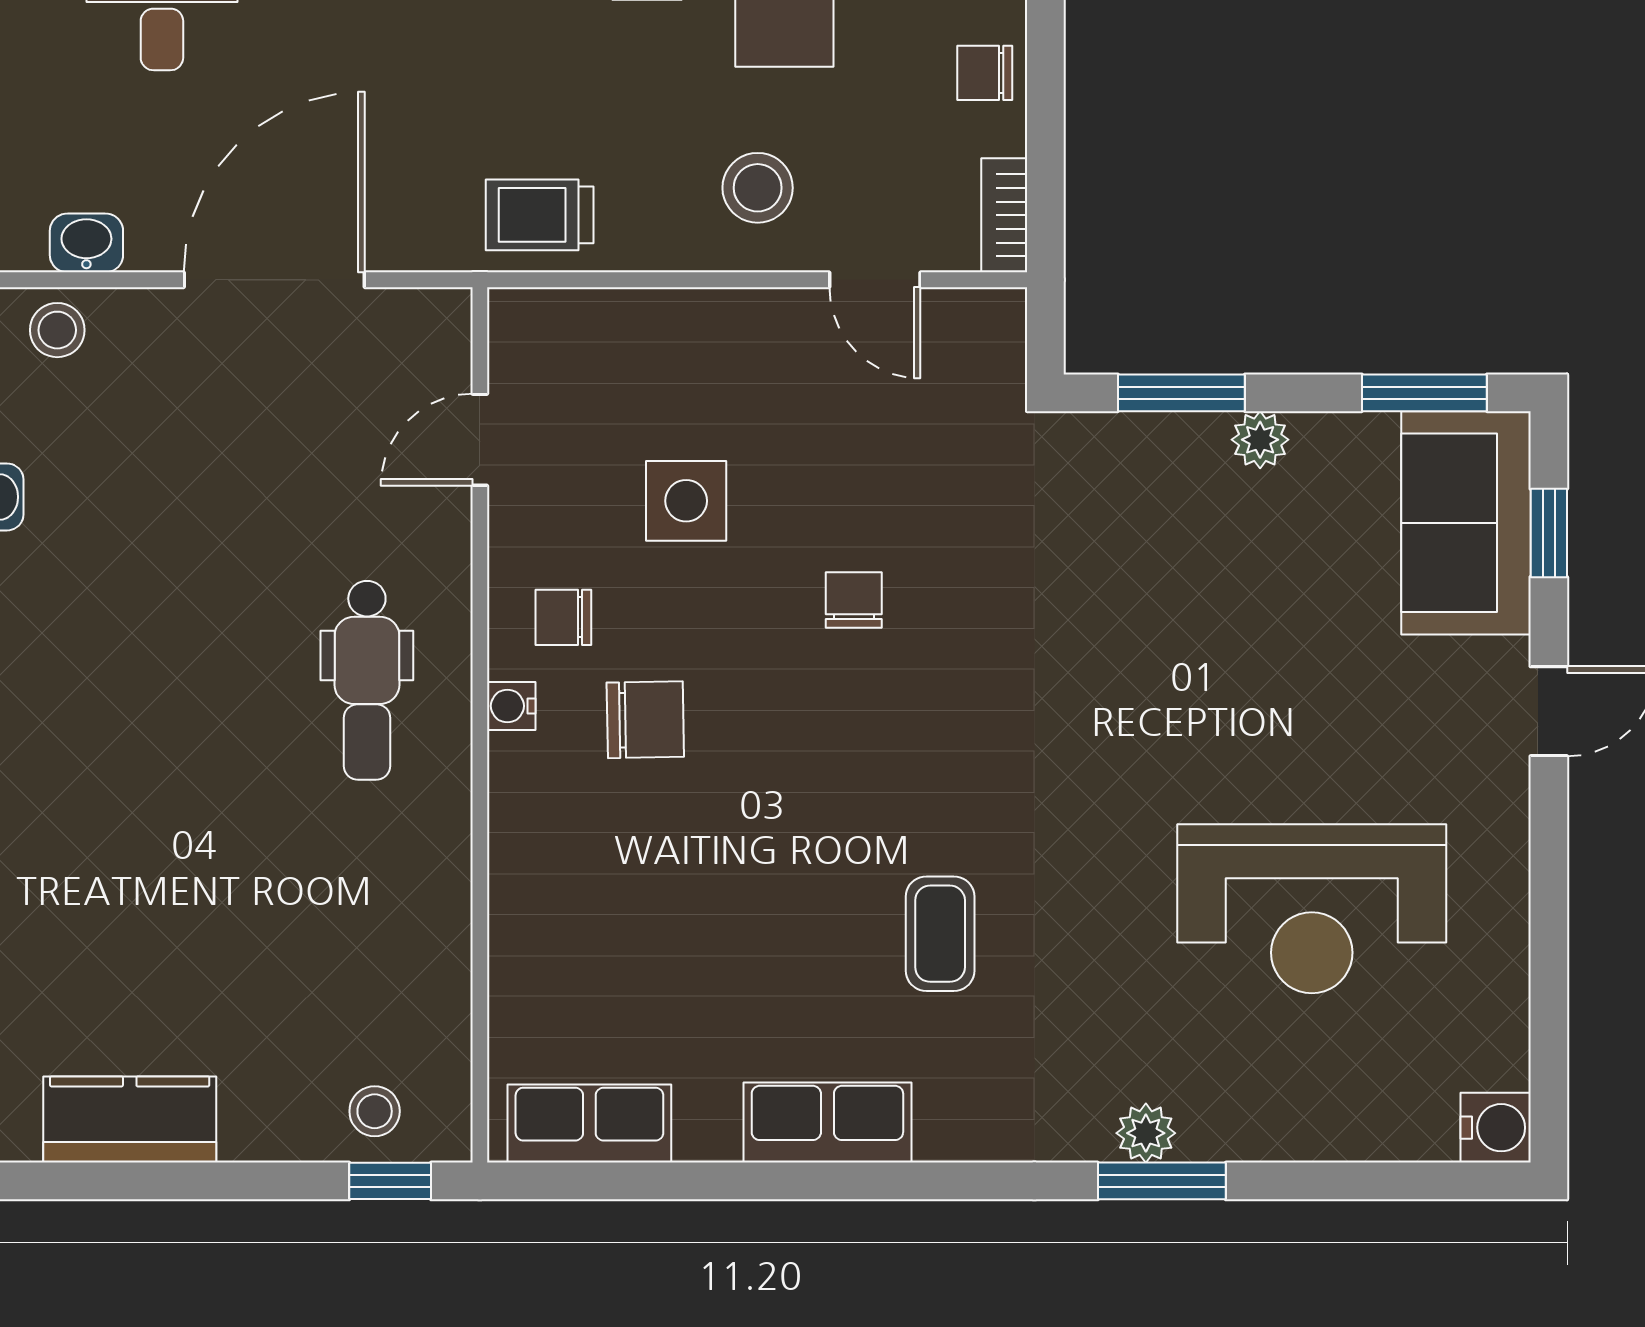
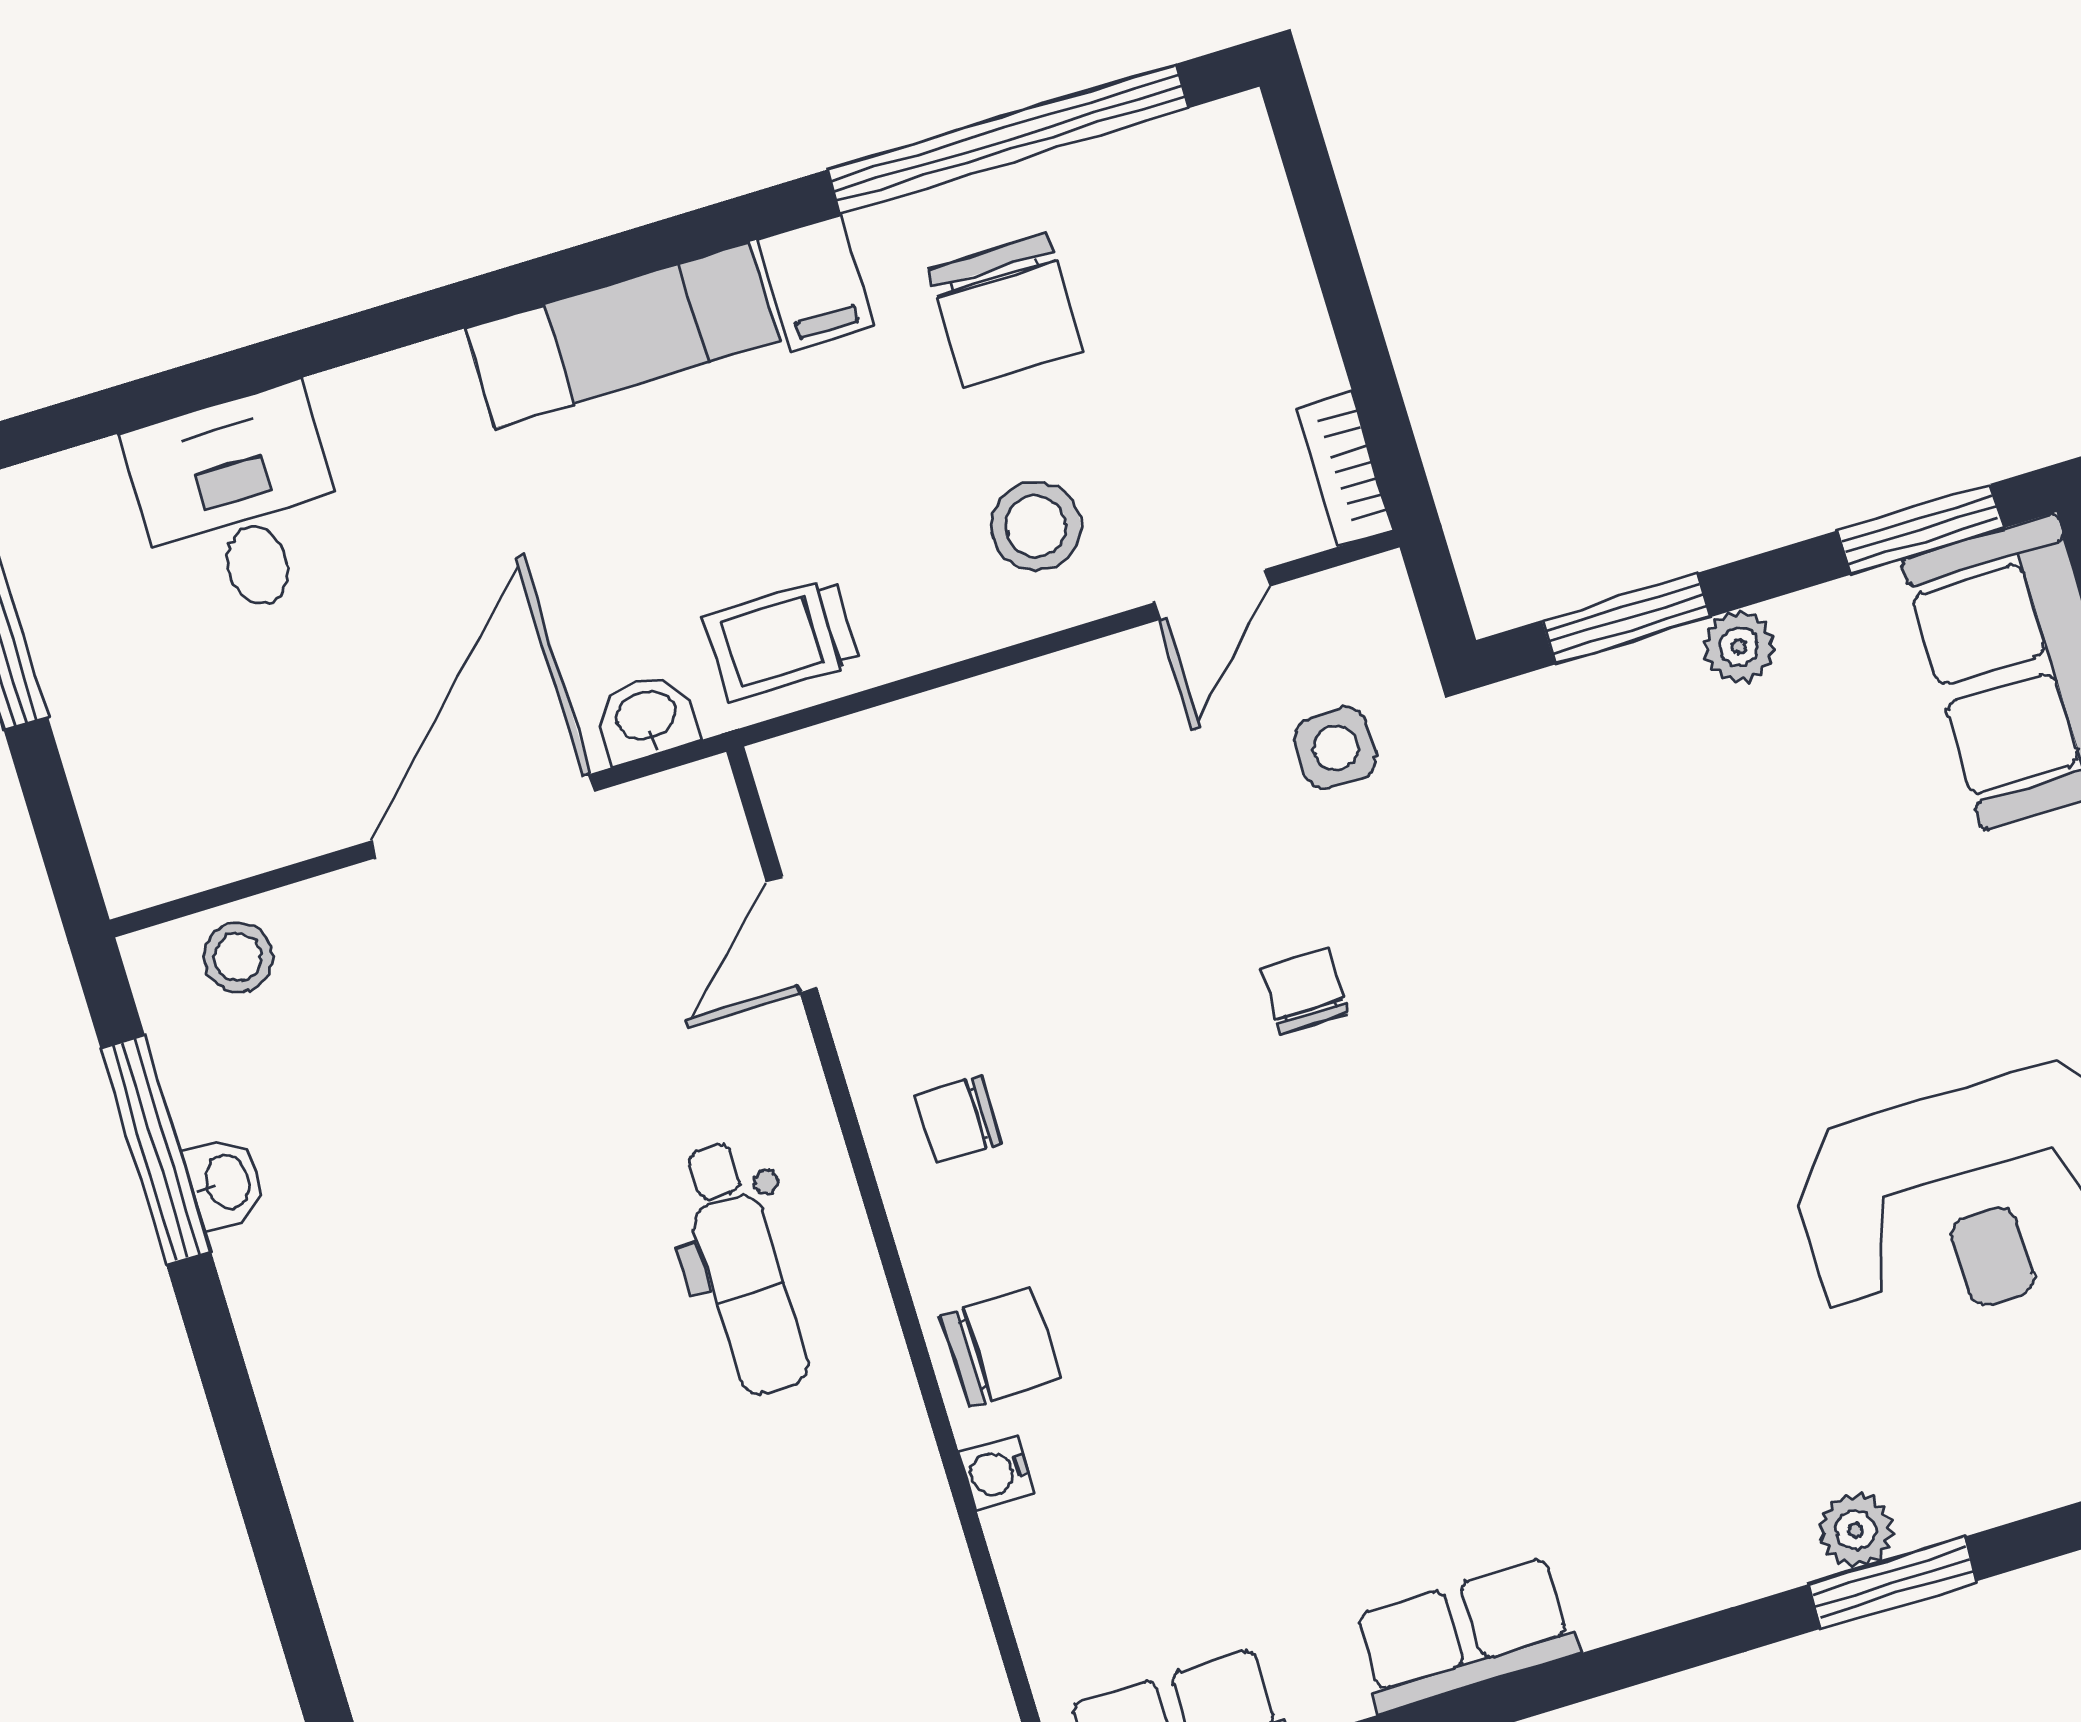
chair: (985, 73) -> (1269, 303), removed
washbasin: (86, 243) -> (646, 717), moved
door: (875, 280) -> (1212, 595), hinge flipped
side table: (686, 501) -> (1336, 748), moved, width x0.73, depth x0.73
water cooler: (511, 706) -> (997, 1473), moved
chair: (645, 720) -> (1001, 1346), moved
coffee table: (940, 934) -> (1532, 1364), removed

